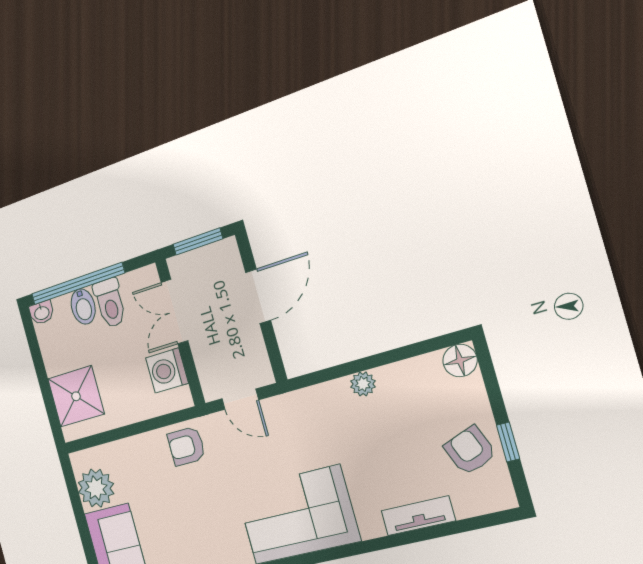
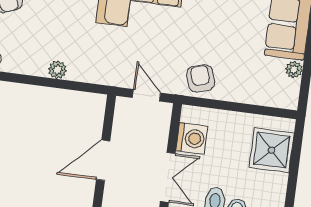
armchair: (186, 446) -> (201, 79), turned -107
plant: (96, 488) -> (294, 70), width x0.53, depth x0.53

